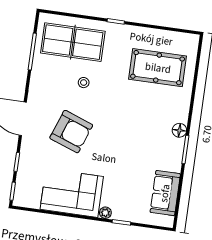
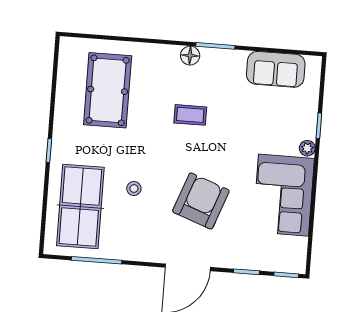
coffee table: (135, 128) -> (190, 115), added

